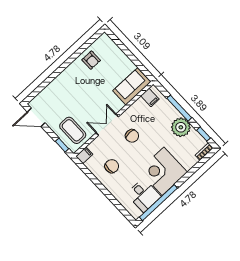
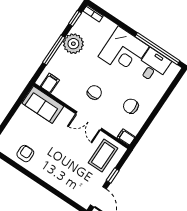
window: (62, 145) -> (113, 176), moved

